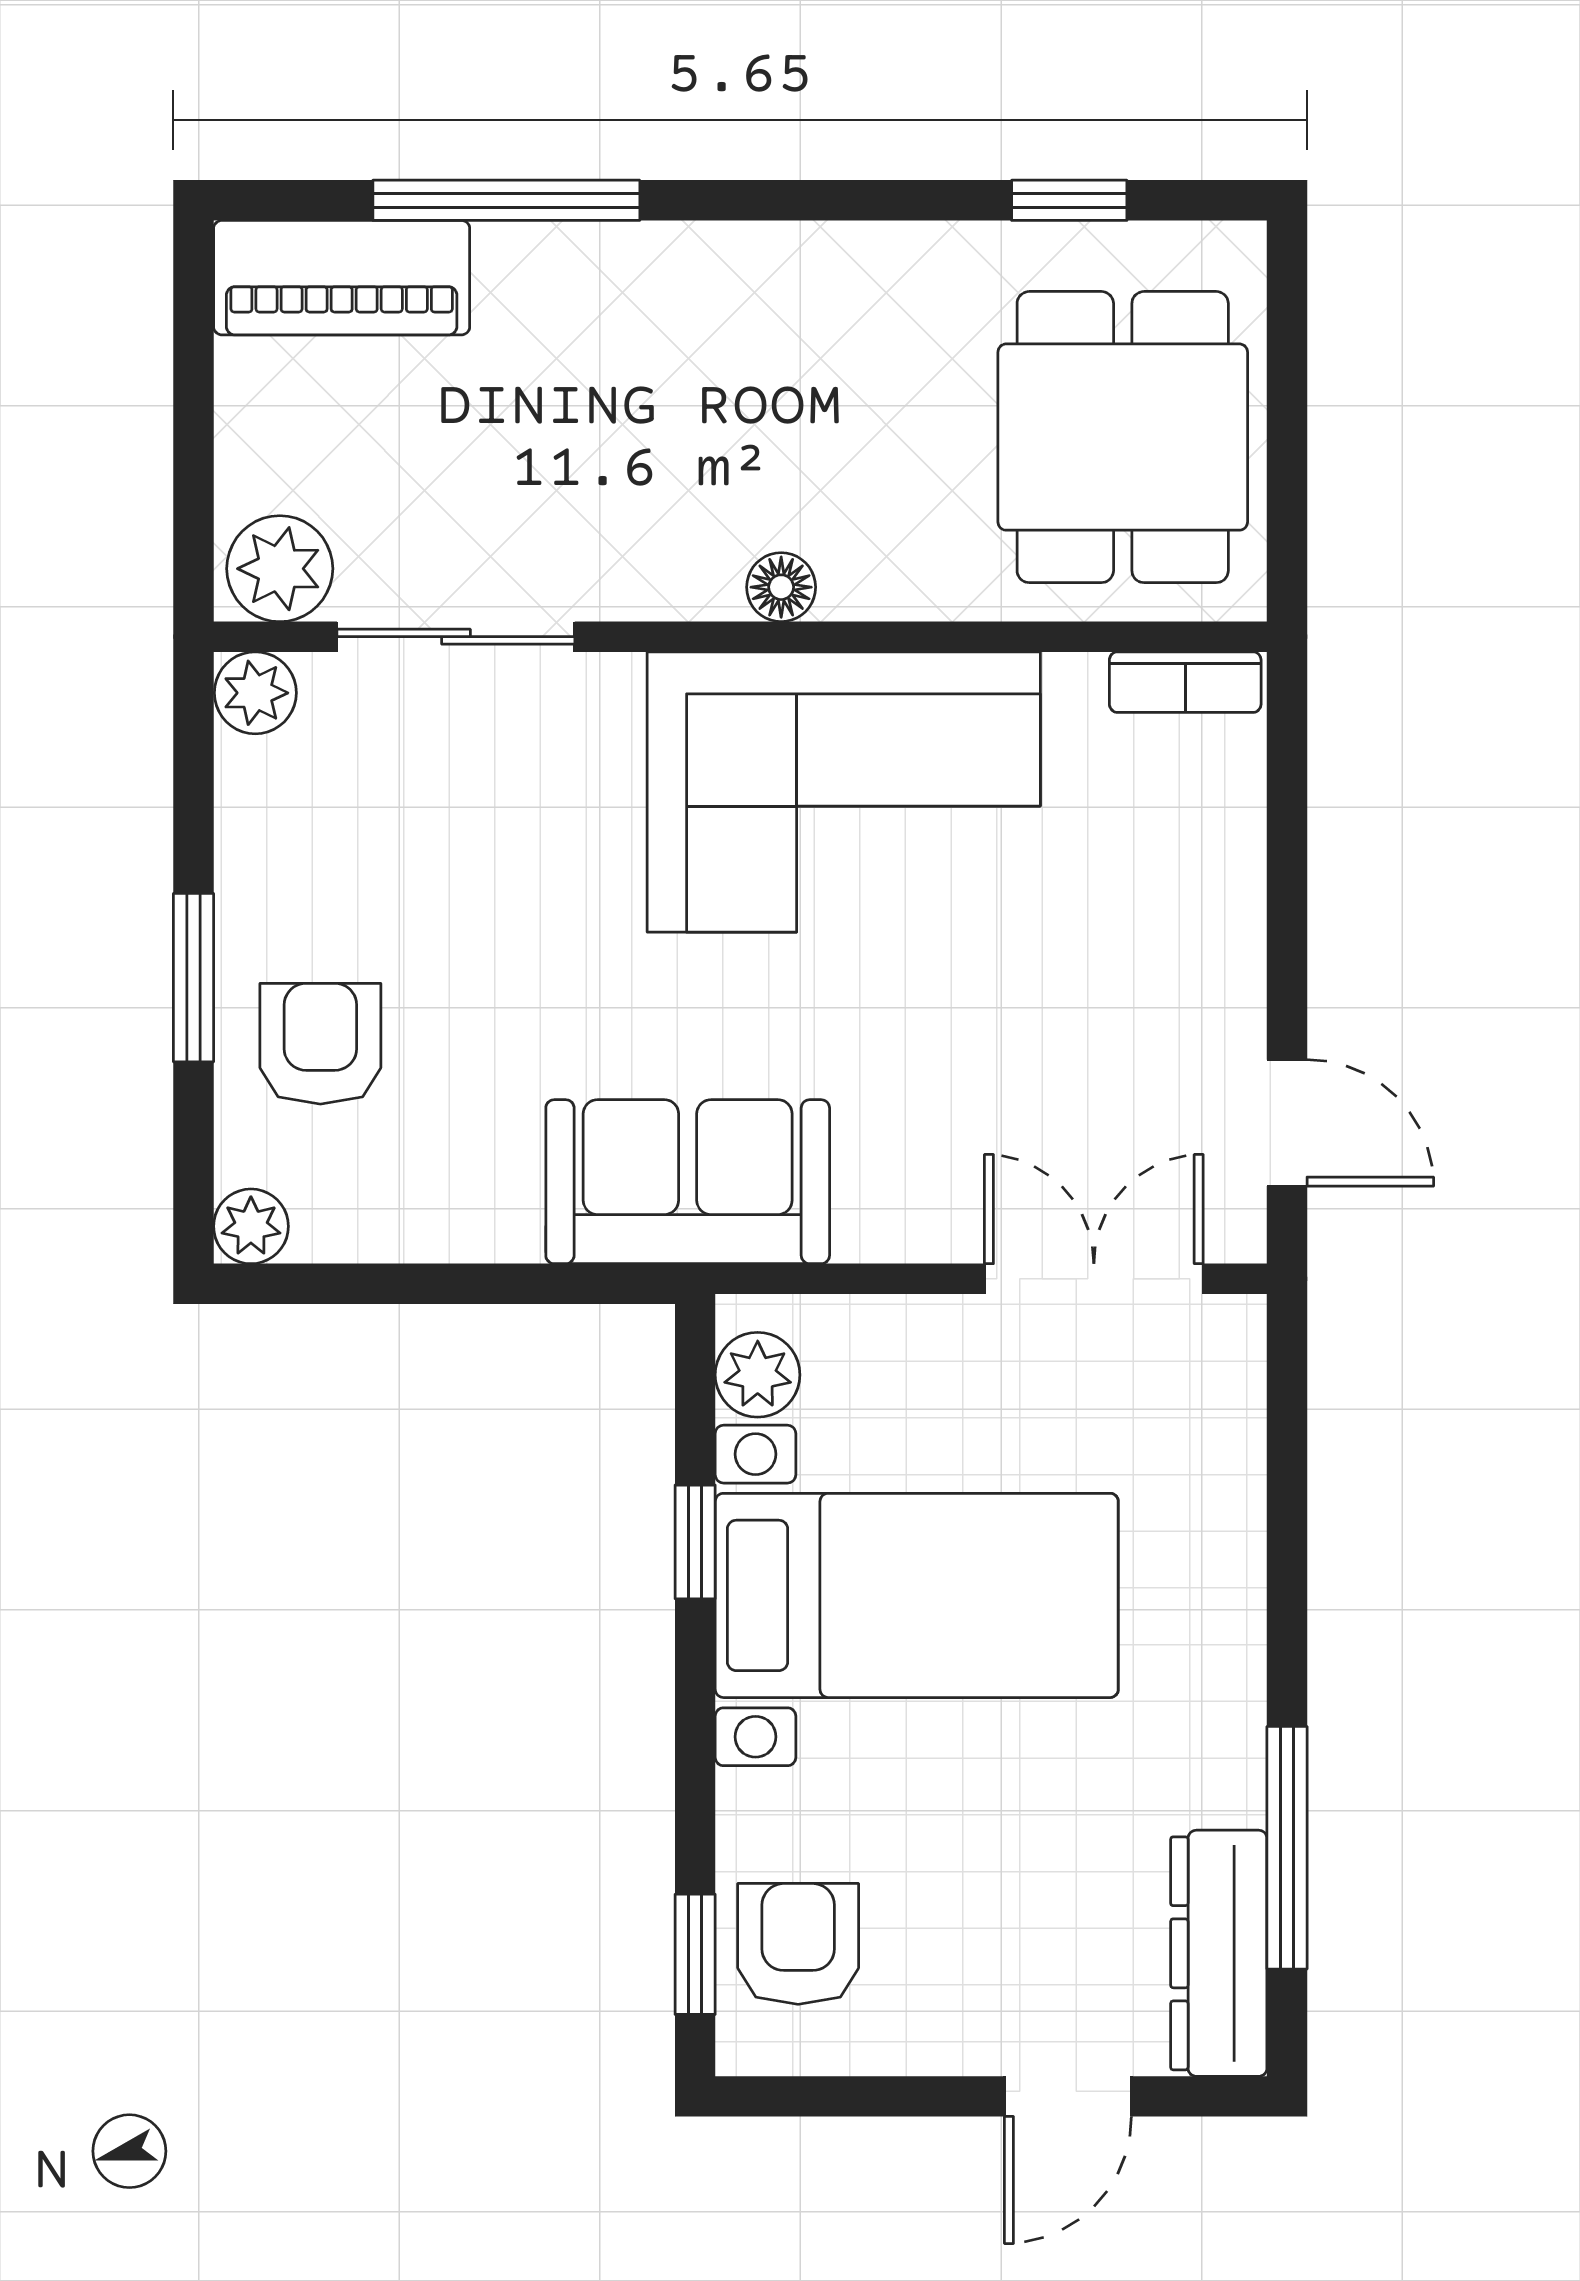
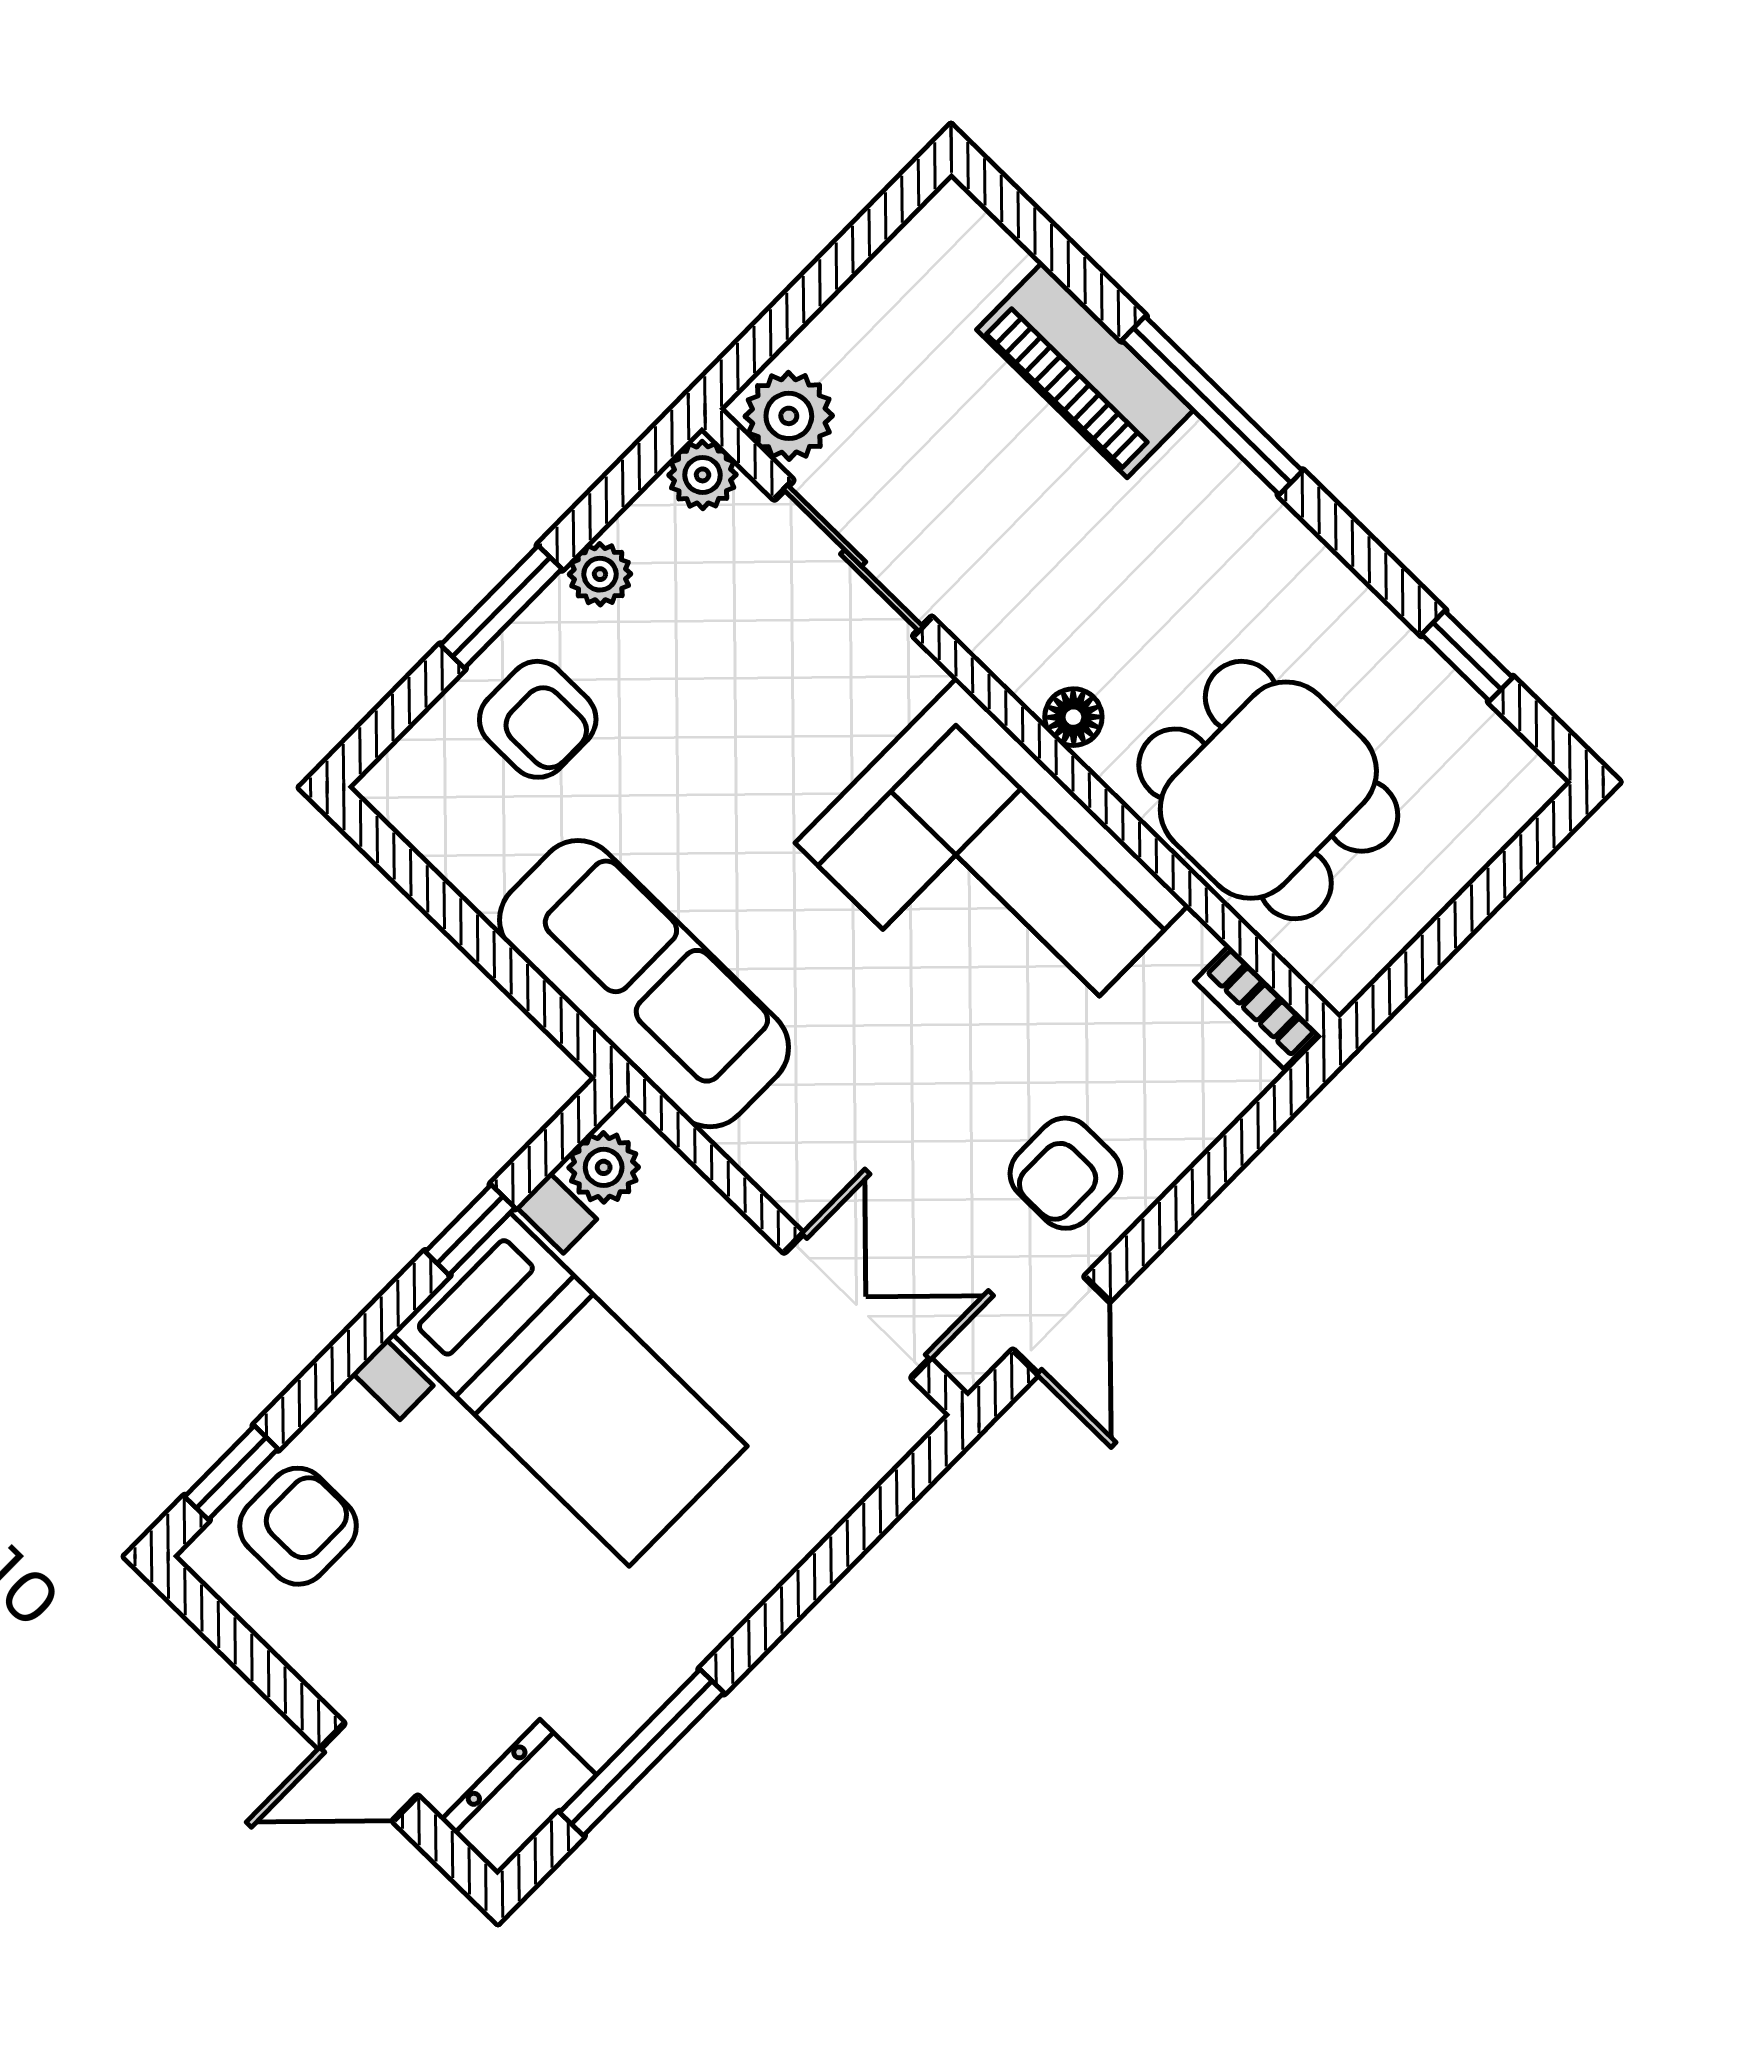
window: (506, 200) -> (1212, 406), moved
piano: (342, 278) -> (1085, 370), moved
dining table: (1123, 437) -> (1268, 790), moved, turned 90
armchair: (1161, 988) -> (1065, 1173), added
armchair: (320, 1044) -> (538, 719), turned 90
sofa: (688, 1182) -> (644, 984), width x1.36
plant: (251, 1226) -> (600, 574), moved
dresser: (1219, 1953) -> (519, 1797), width x0.70

